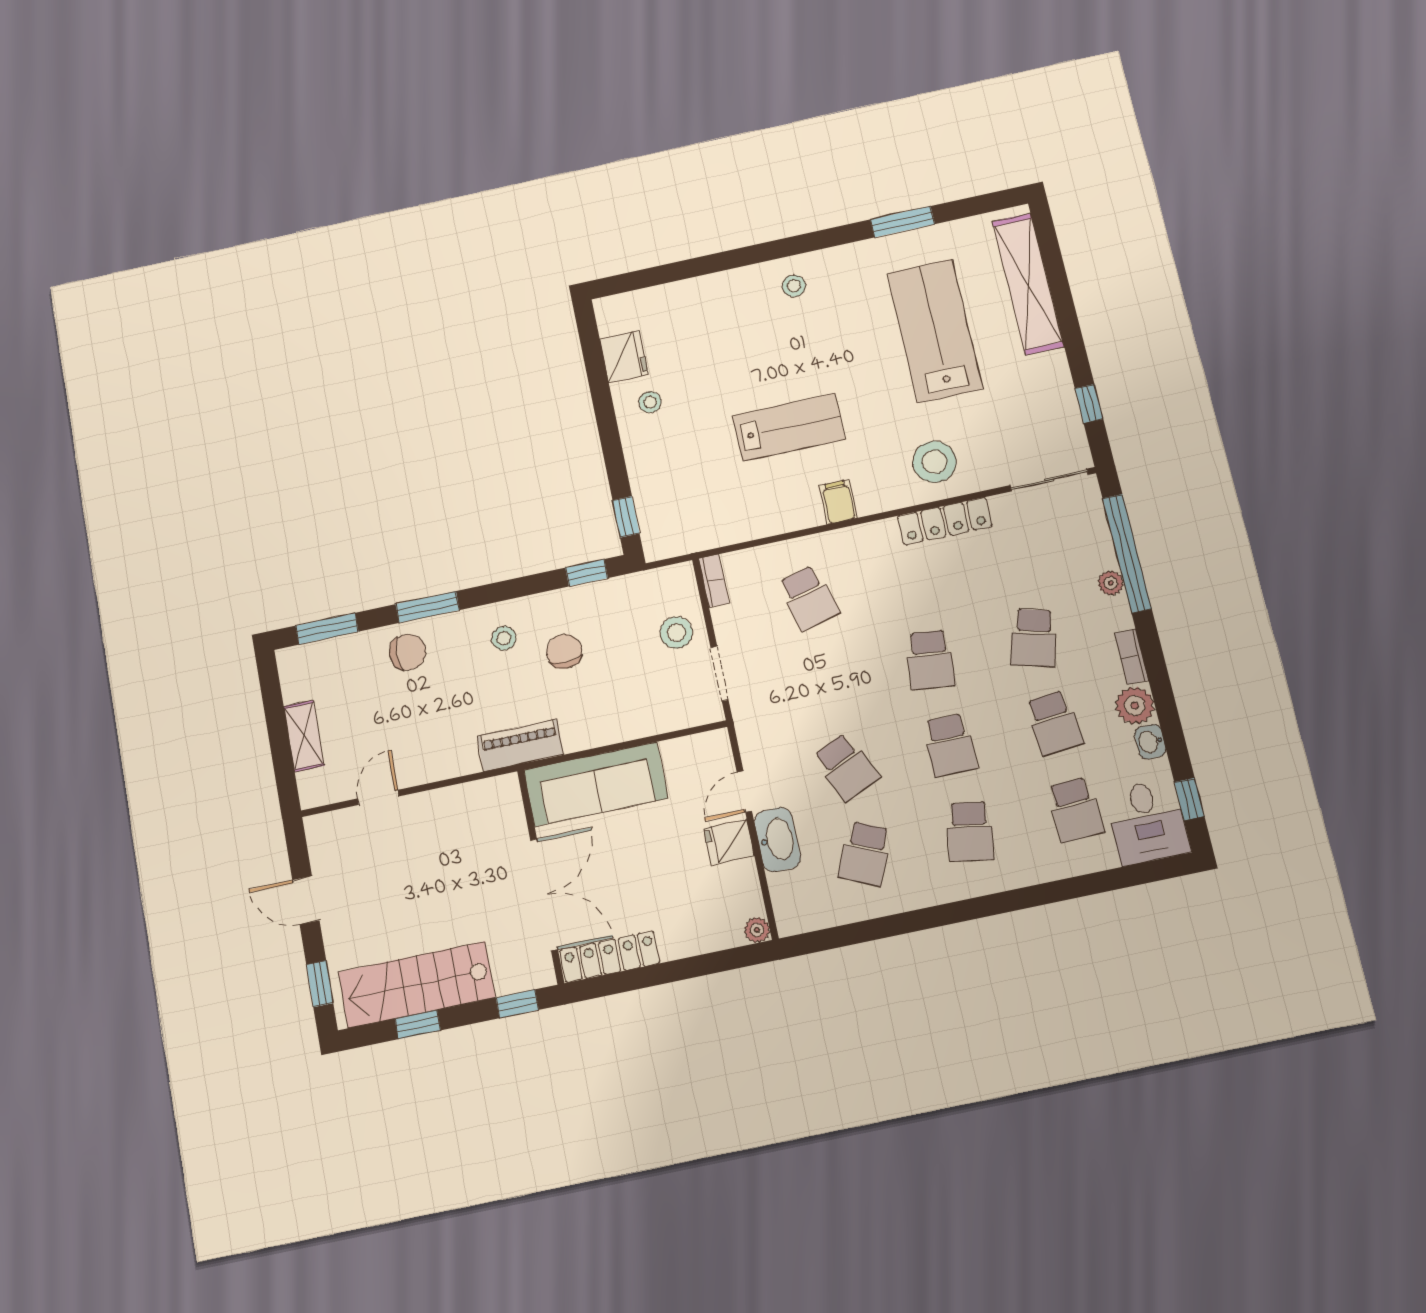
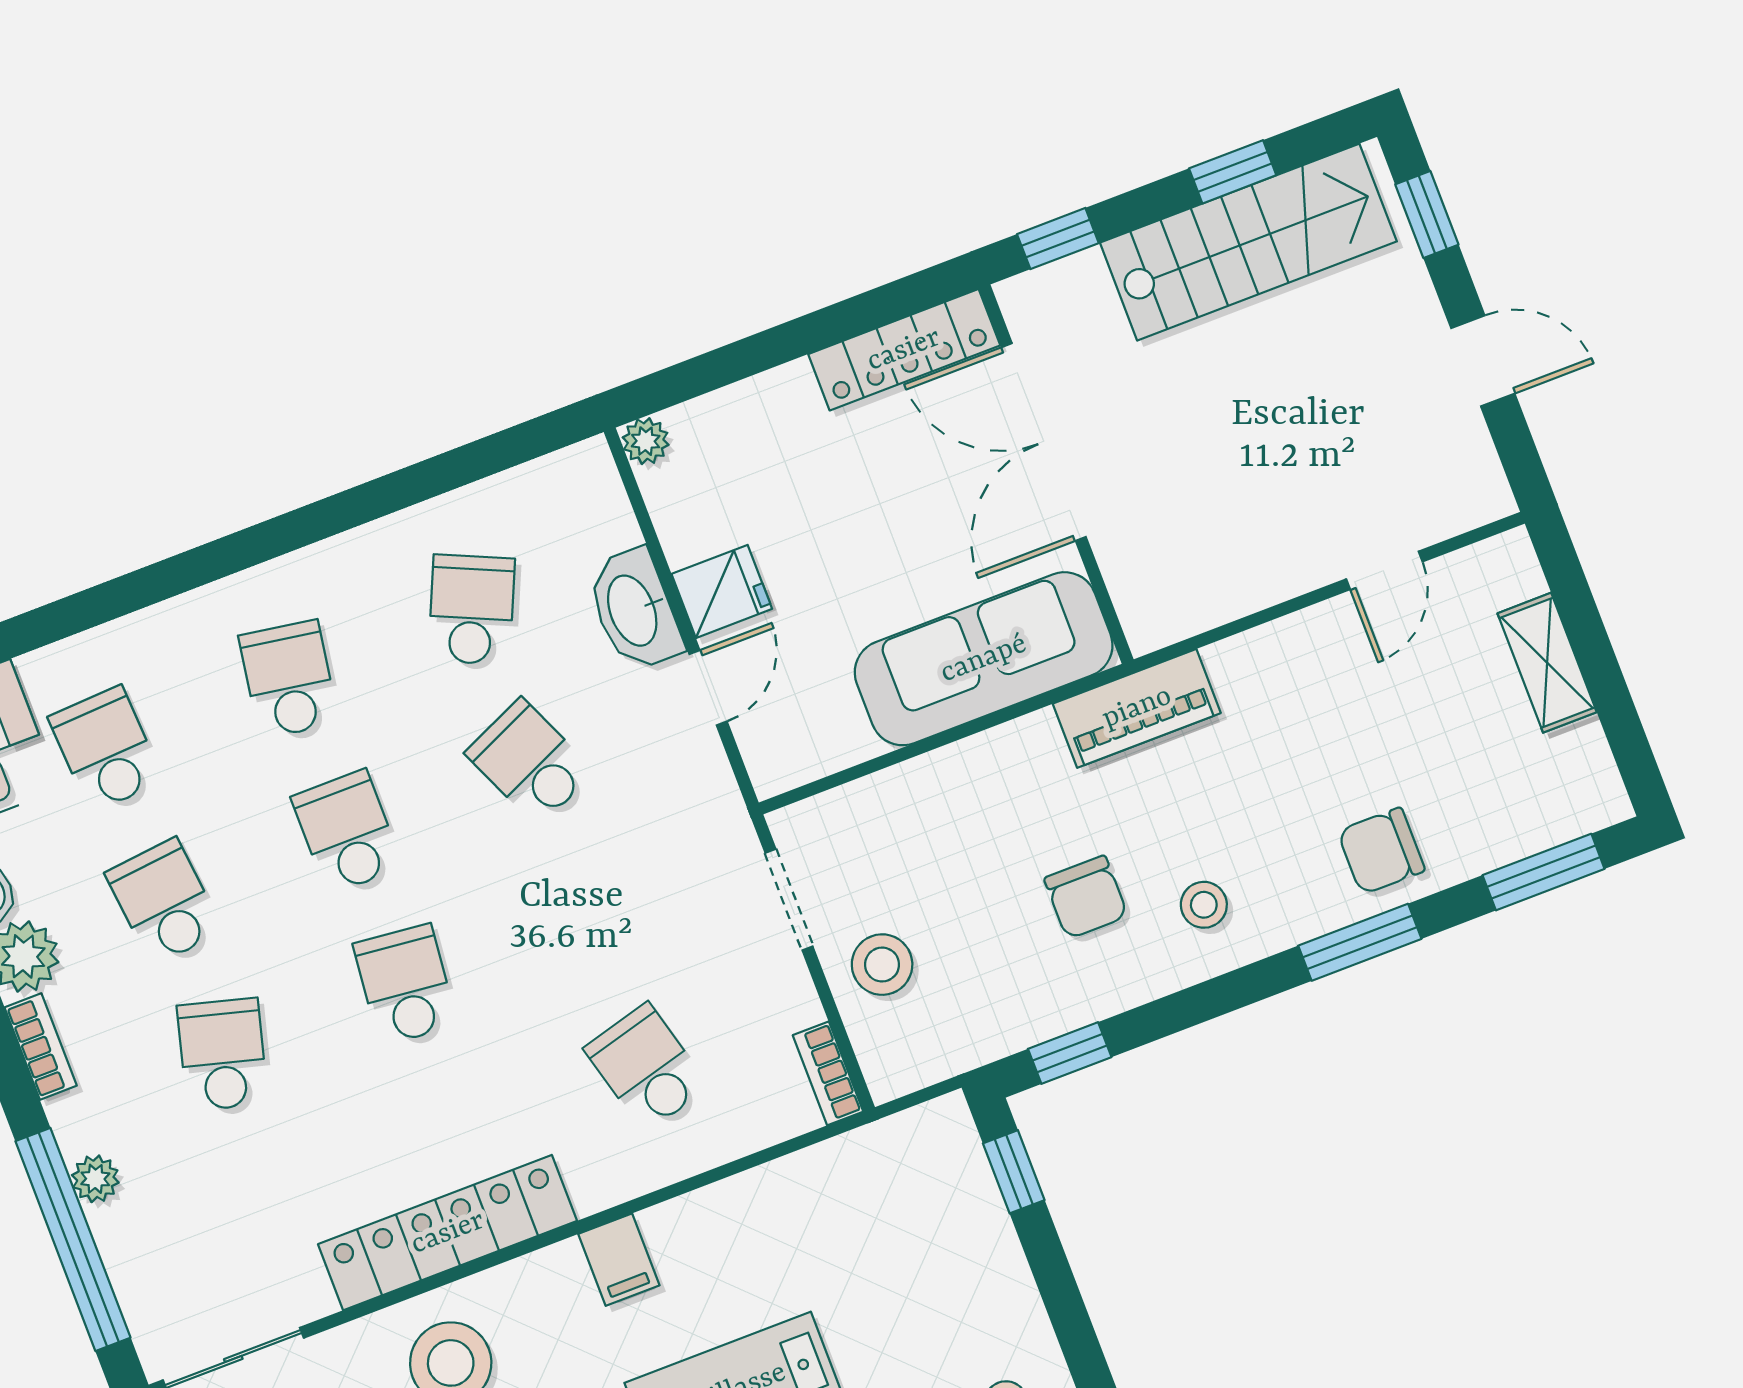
locker: (945, 521) -> (448, 1233), width x1.41, depth x1.21

